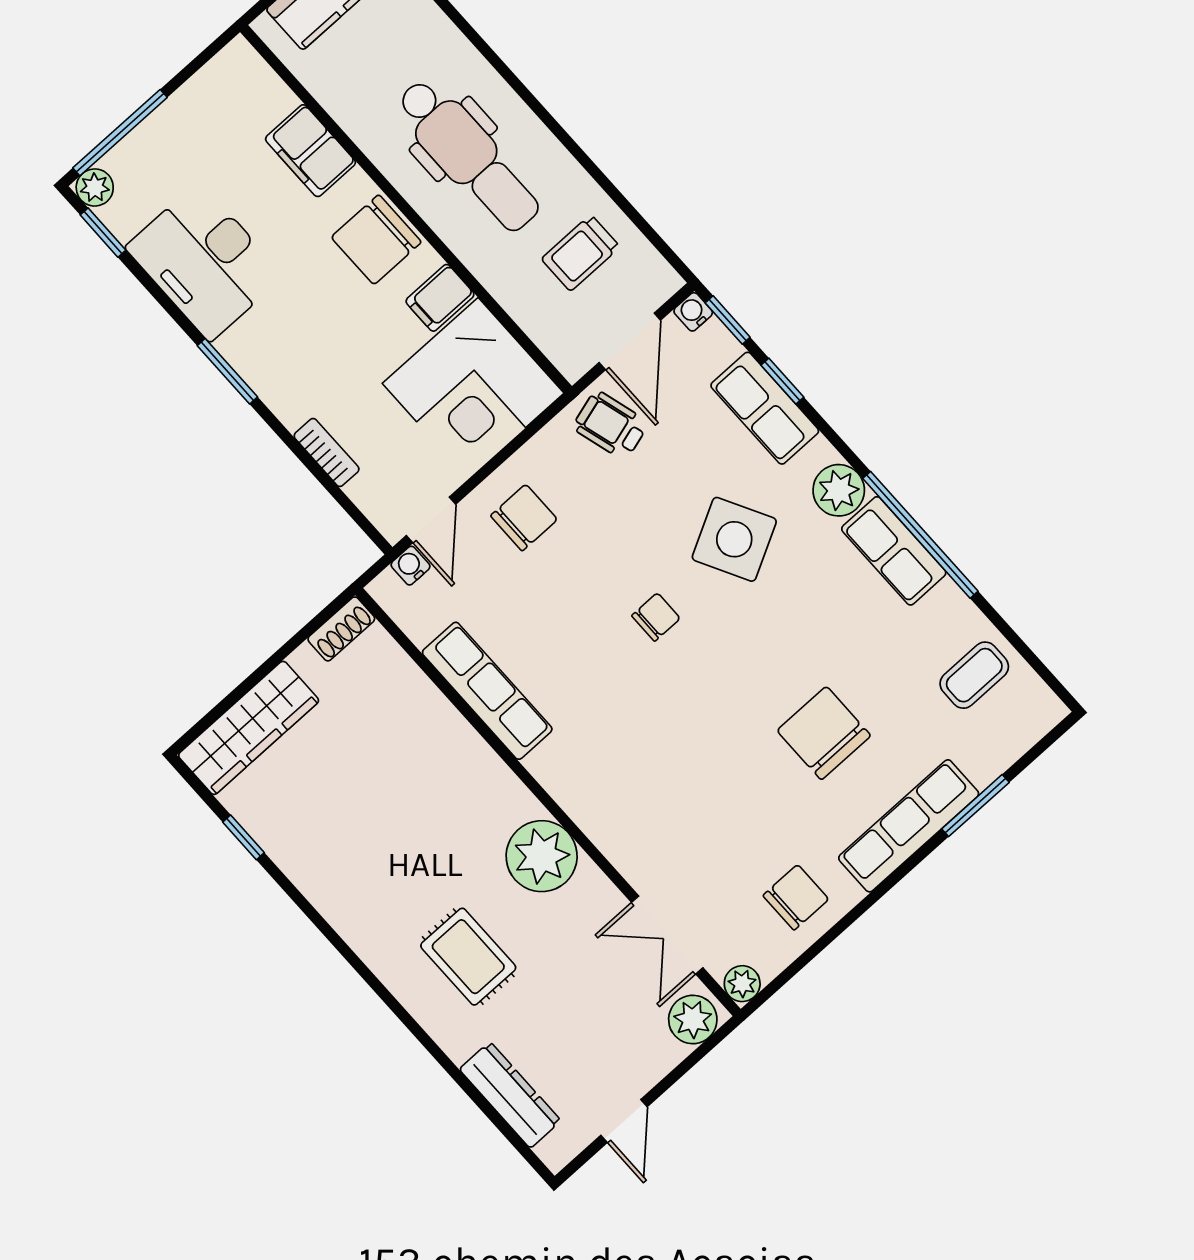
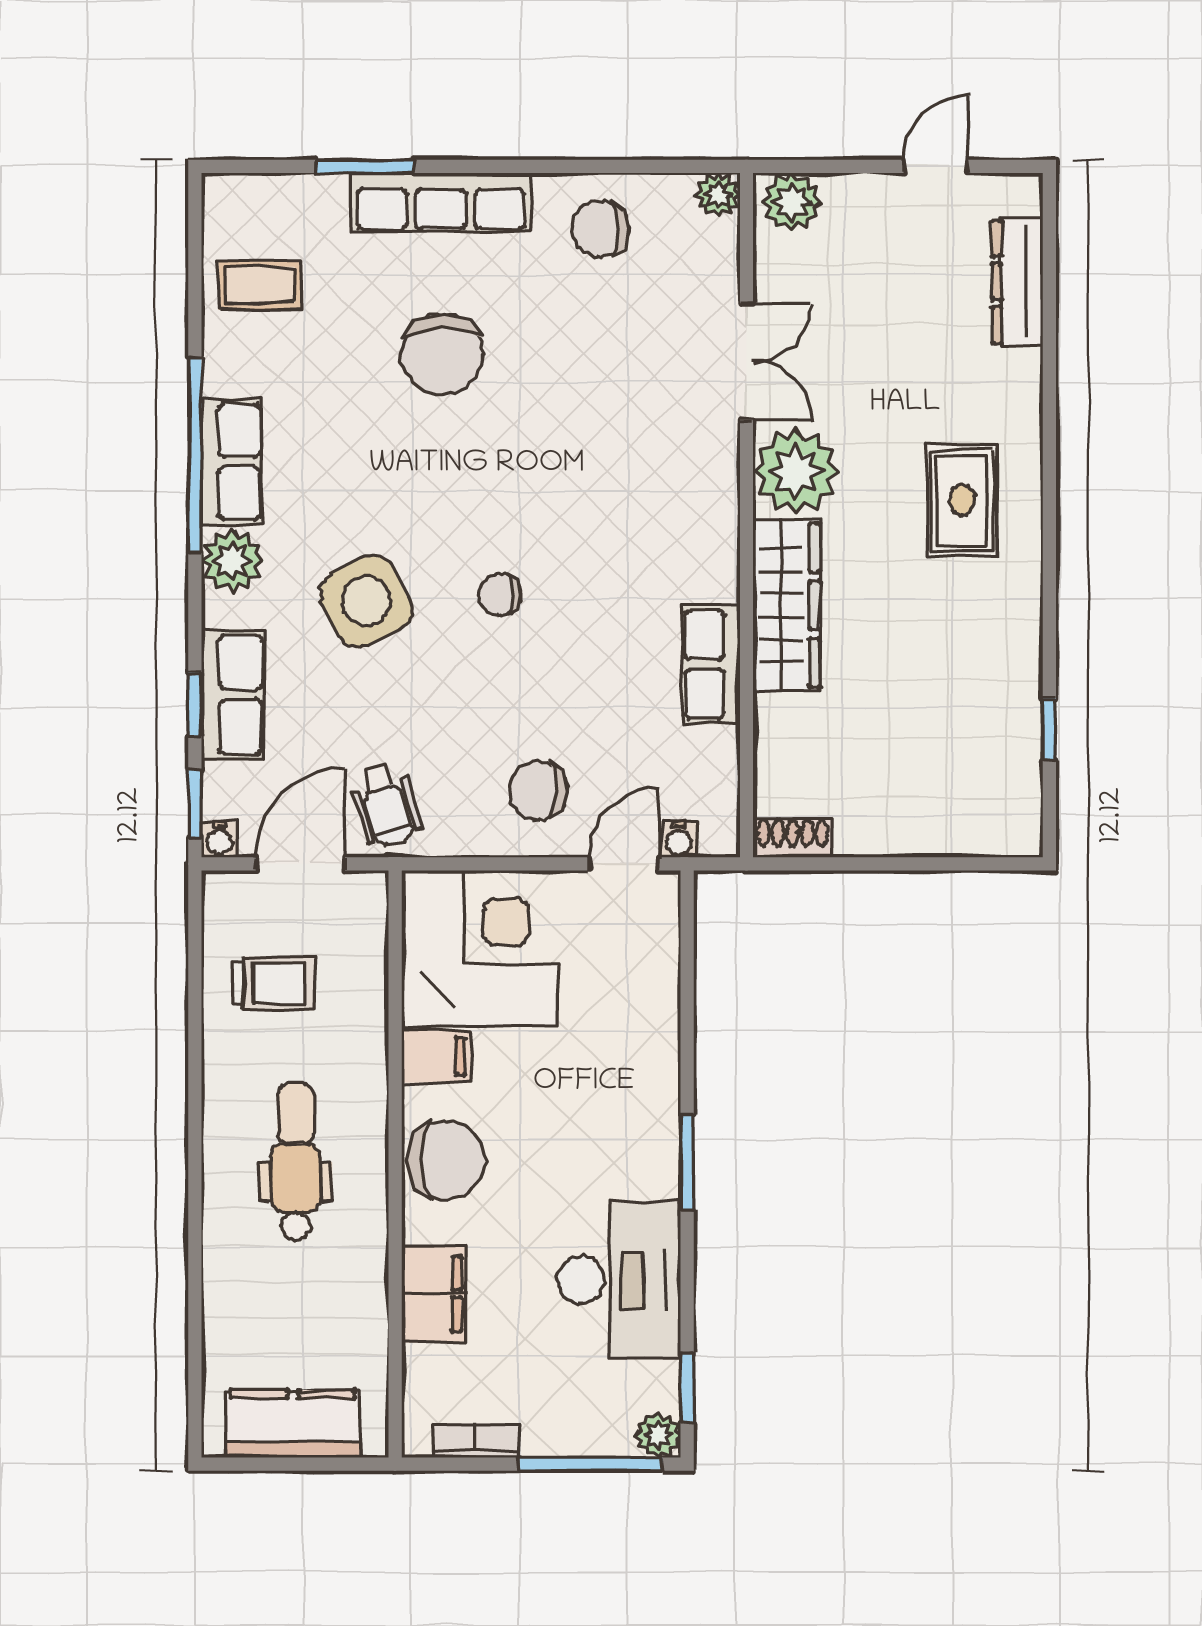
dental chair: (468, 155) -> (296, 1162), width x0.73, depth x0.72
bookcase: (327, 452) -> (475, 1440), moved, turned 90
row of seats: (487, 691) -> (711, 664), width x0.68
wardrobe: (249, 728) -> (786, 605), moved, turned 90
double door: (667, 935) -> (747, 361), moved
rug: (468, 957) -> (962, 501), moved

